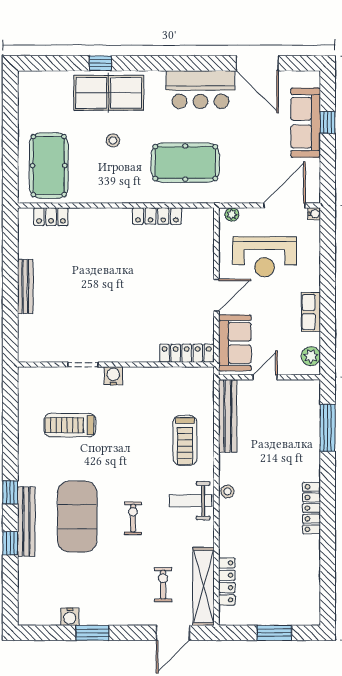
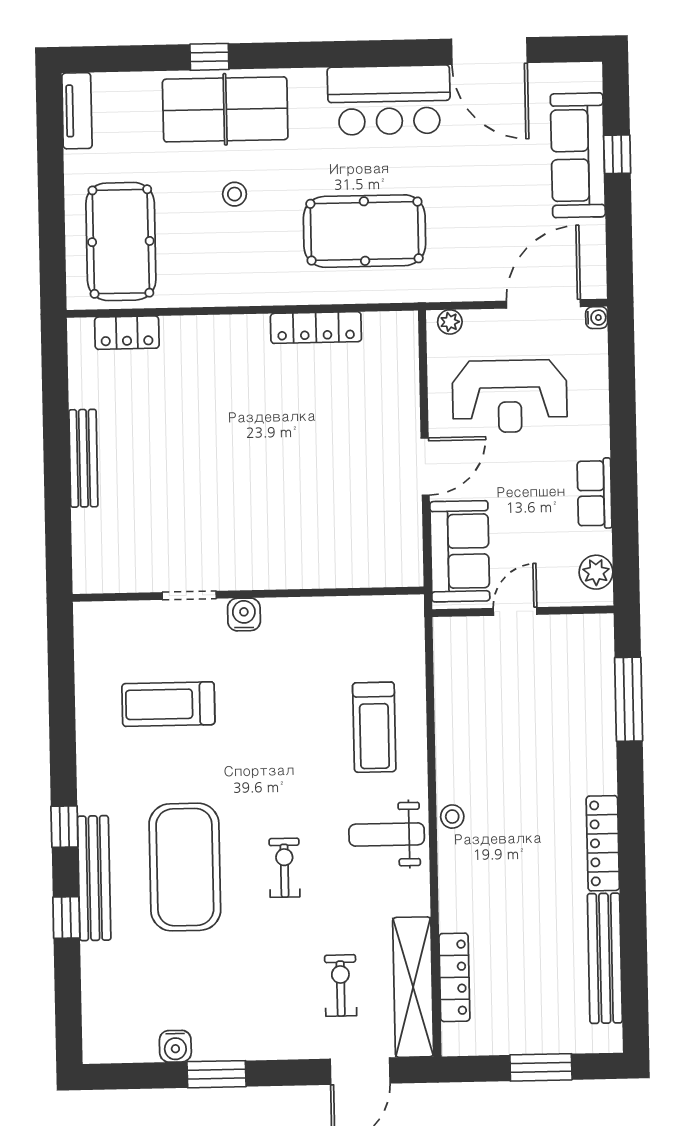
tv unit: (26, 92) -> (77, 111), added
locker: (187, 353) -> (374, 571), removed
bench: (228, 416) -> (605, 958), moved

